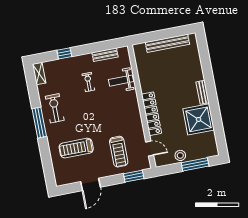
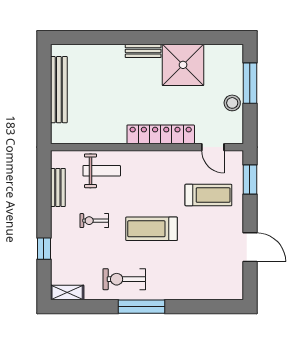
weight bench: (121, 81) -> (102, 171), turned -90
treadmill: (76, 148) -> (151, 229), moved, turned 90
door: (150, 149) -> (213, 147), swing flipped

